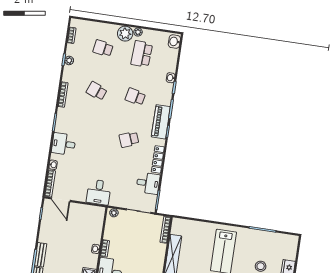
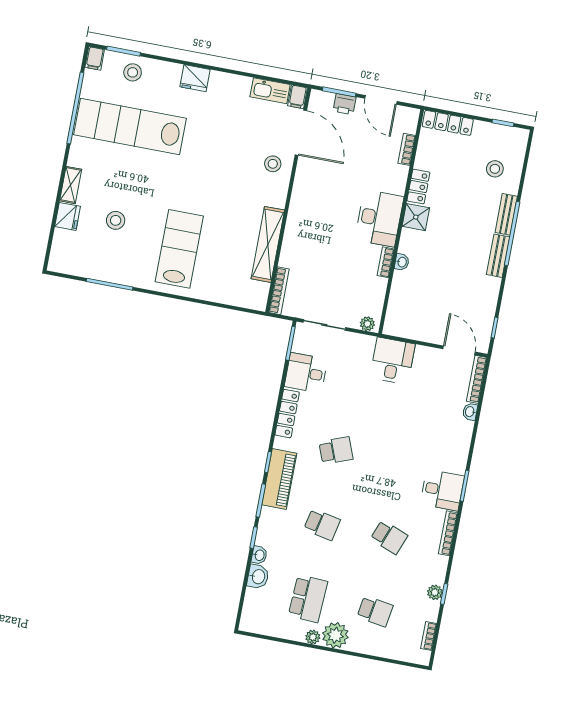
washbasin: (174, 42) -> (258, 577), moved
desk: (64, 144) -> (442, 490), moved

